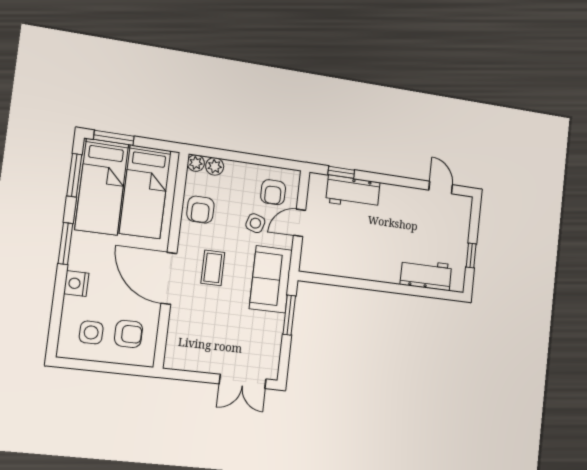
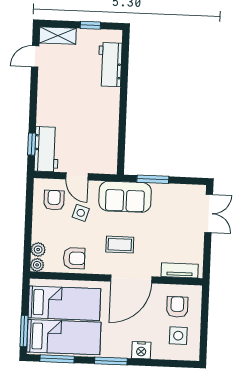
armchair: (273, 192) -> (54, 200), turned -90
workbench: (353, 192) -> (46, 149), moved
shelving: (462, 216) -> (58, 36), added
tv unit: (175, 340) -> (180, 270), added

